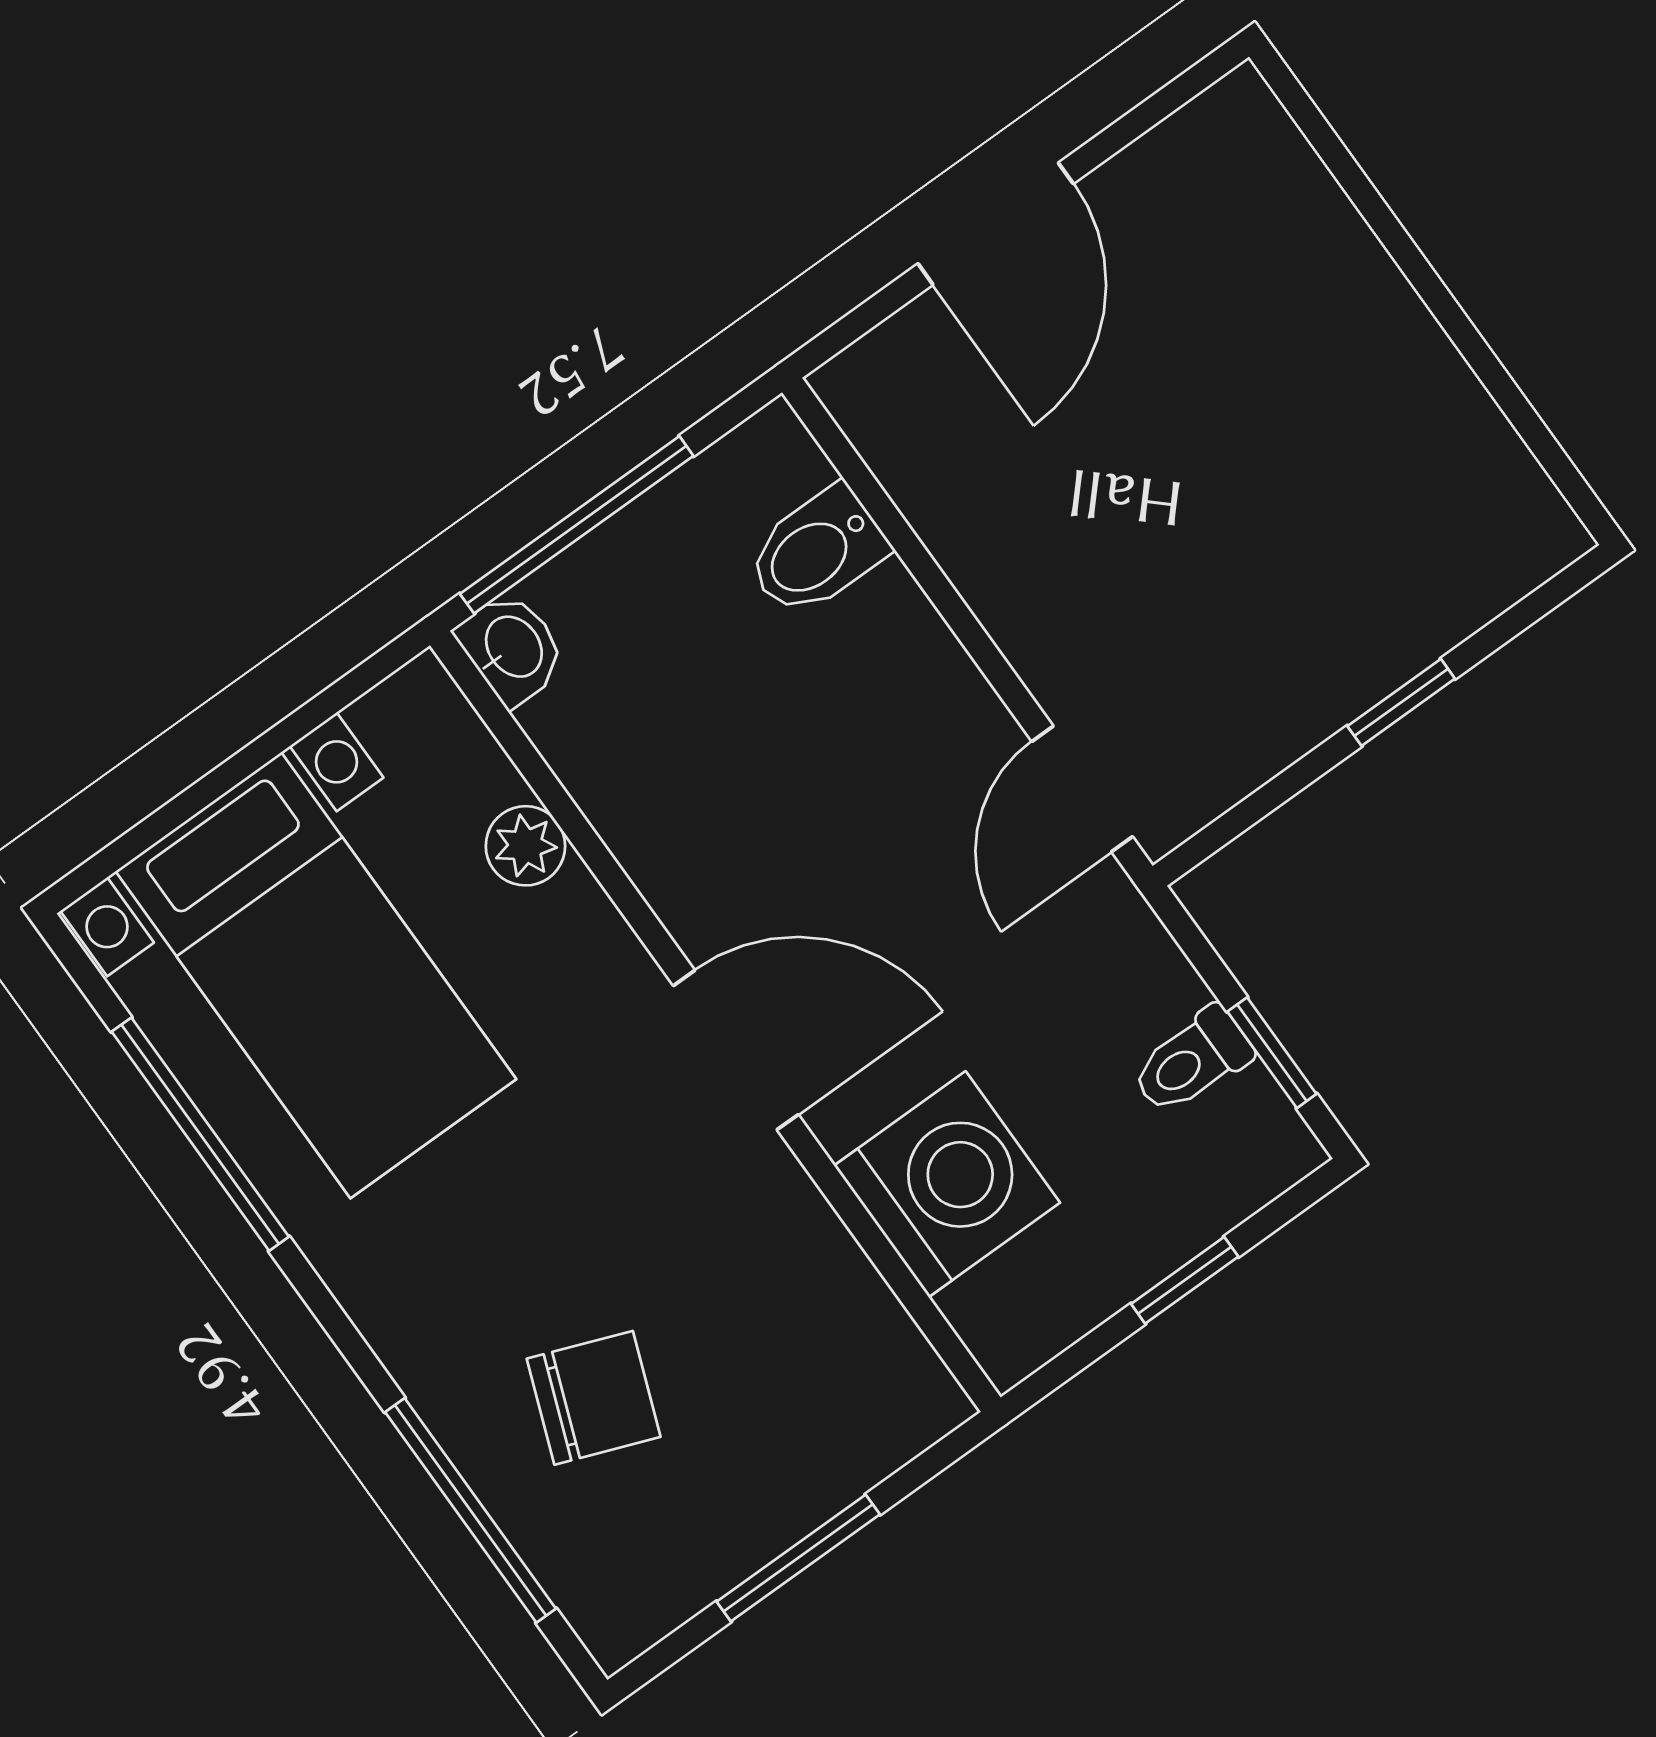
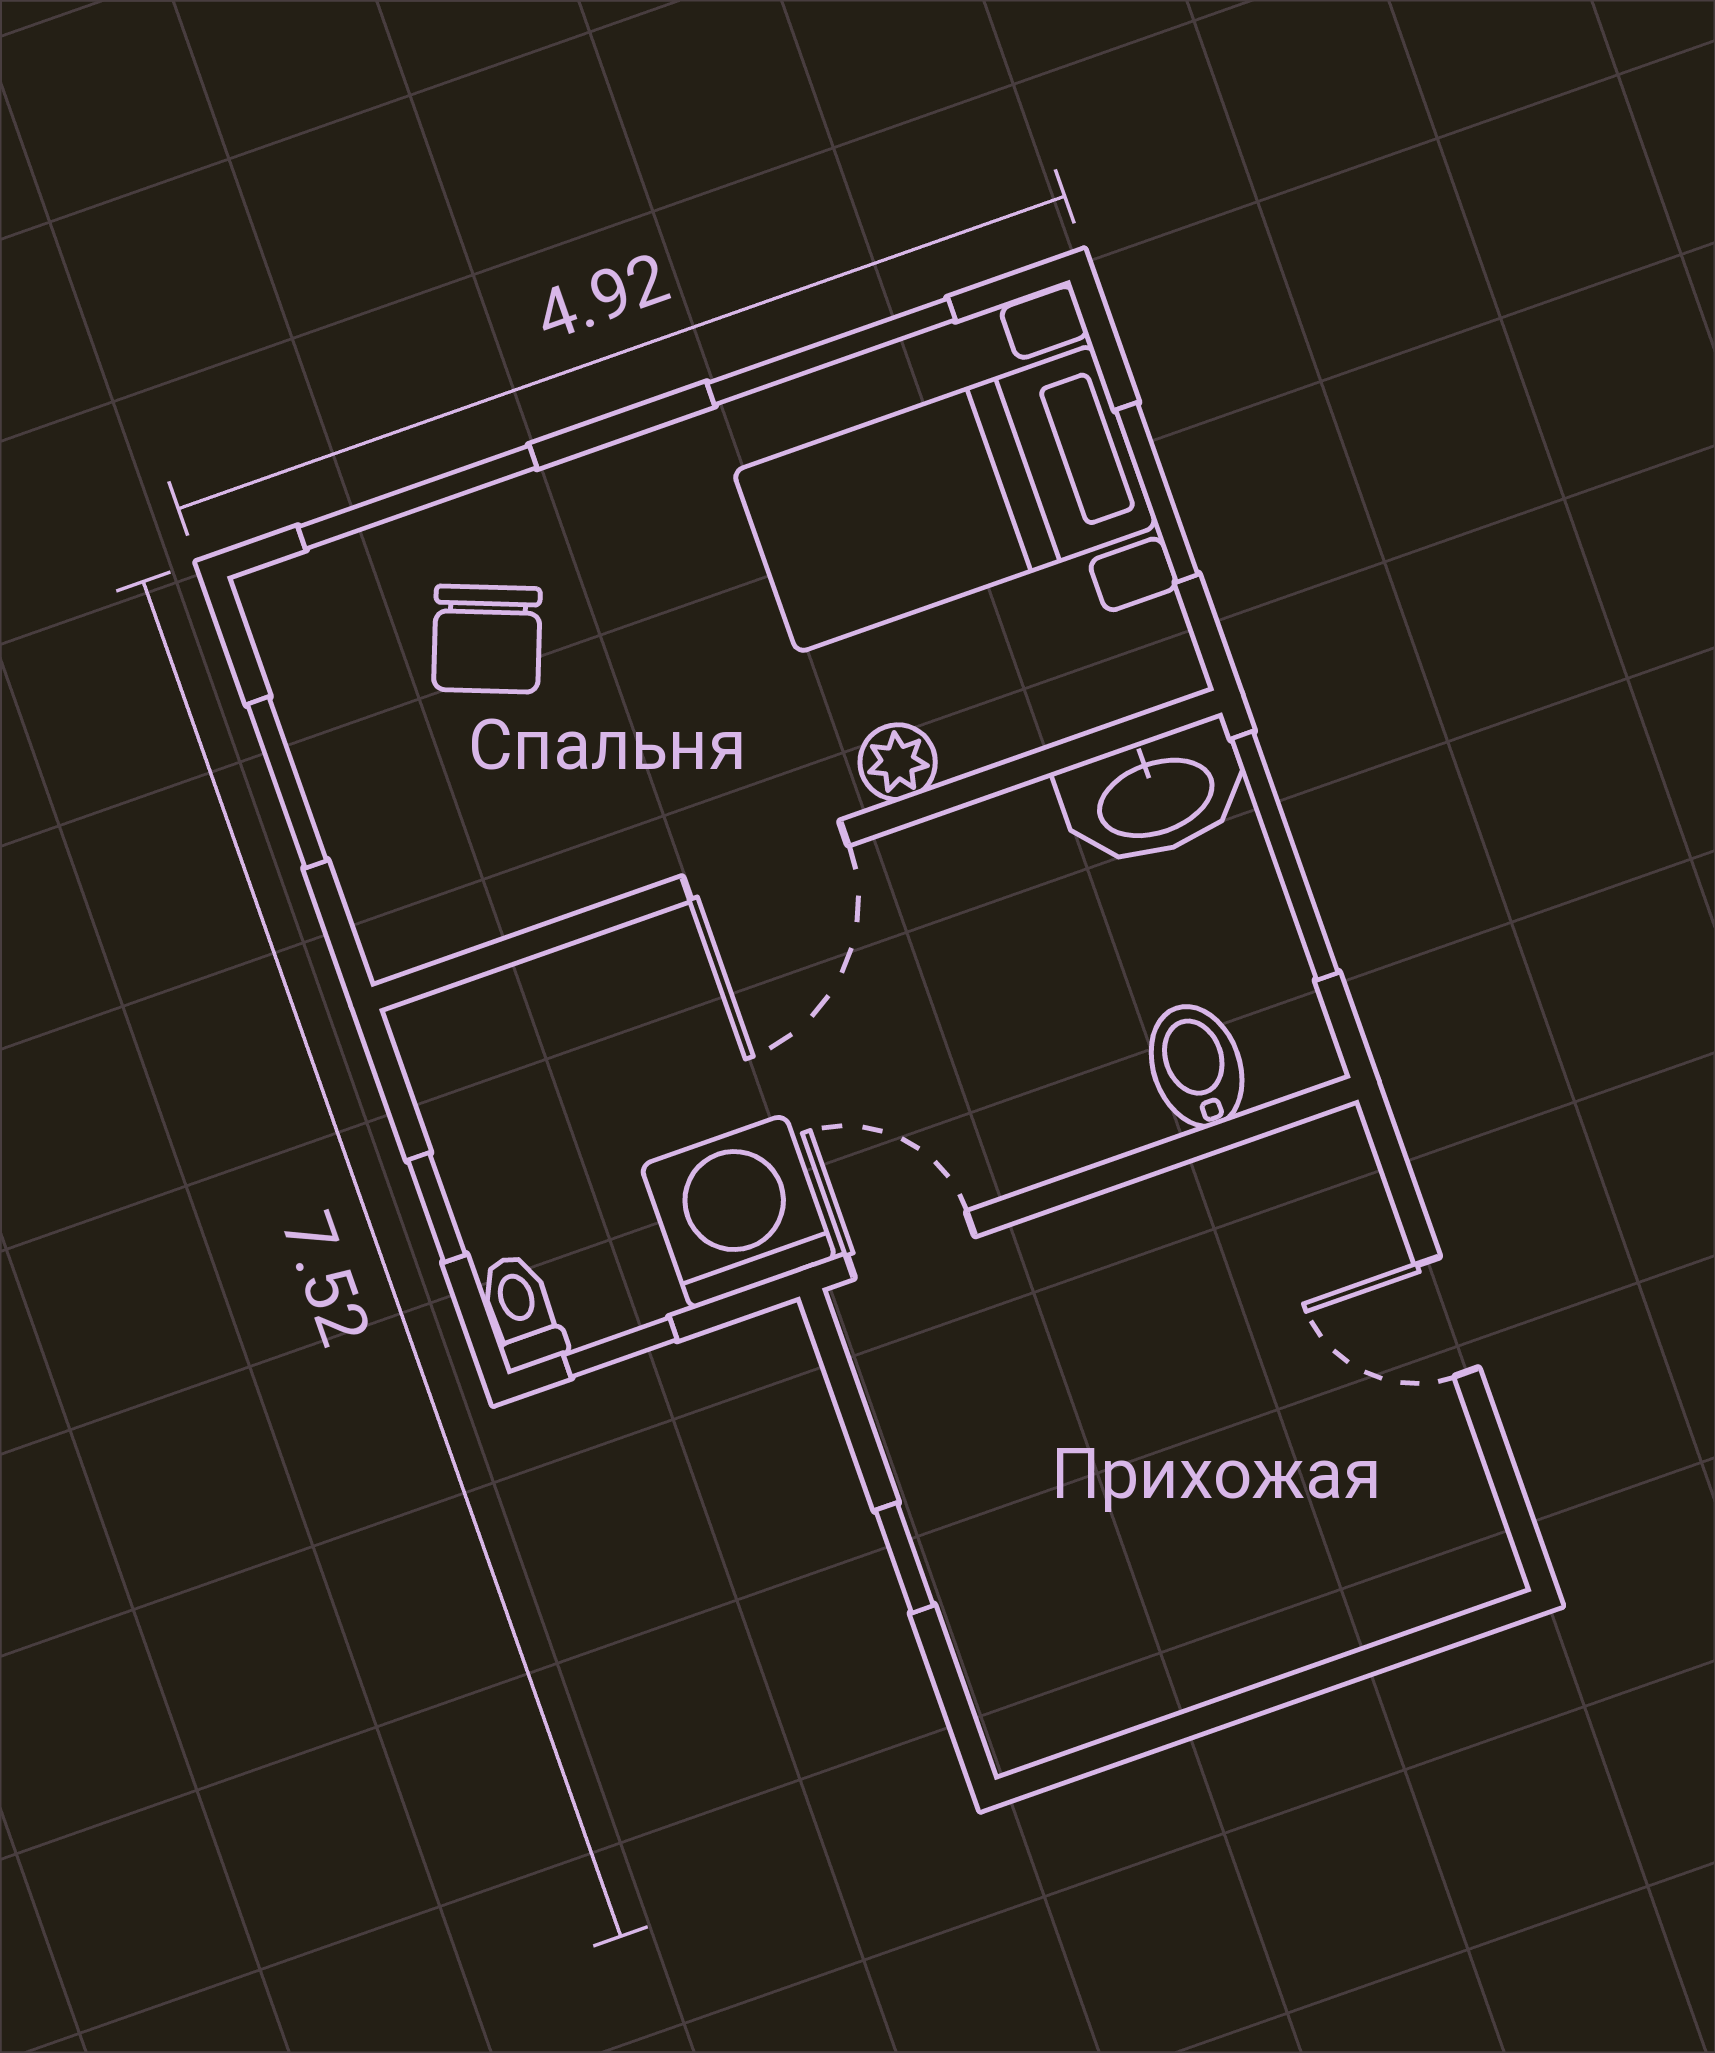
door: (996, 224) -> (1447, 1316), width x0.73
washbasin: (512, 648) -> (1155, 795), width x1.91, depth x1.45
window: (246, 762) -> (1157, 492), added
plant: (525, 846) -> (898, 762), moved
toilet: (1192, 1061) -> (521, 1312), moved
washing machine: (947, 1184) -> (738, 1212), moved, turned 180

